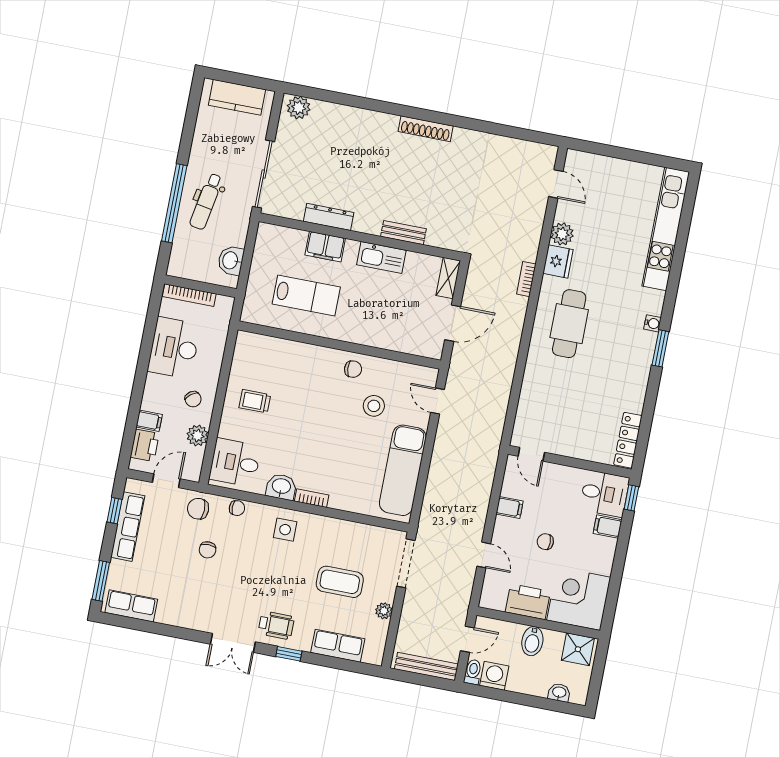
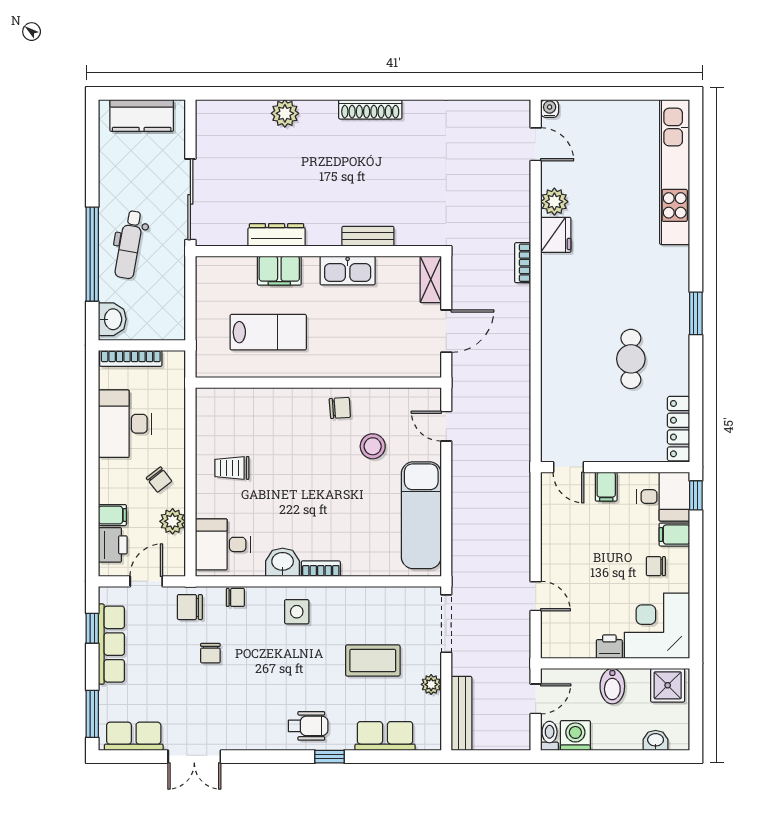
plant: (299, 108) -> (285, 113), moved
washbasin: (231, 260) -> (112, 319), moved, turned 180
water cooler: (652, 323) -> (550, 108), moved, turned -90
cafe table: (569, 324) -> (631, 359), moved, width x0.73, depth x0.74
filing cabinet: (510, 507) -> (606, 487), moved, turned 90
chair: (545, 542) -> (656, 566), moved
printer: (528, 602) -> (609, 647), width x0.53, depth x0.68
double door: (233, 643) -> (194, 757), moved
bench: (426, 666) -> (462, 713), moved, turned 90

